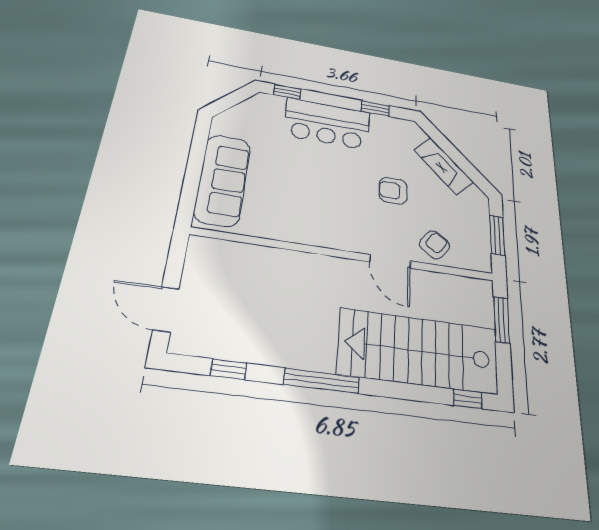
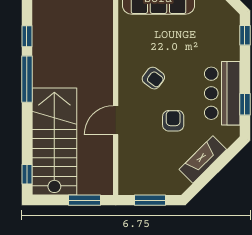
bar counter: (327, 124) -> (222, 93), moved
armchair: (434, 245) -> (153, 78), moved
window: (229, 369) -> (27, 36), moved

